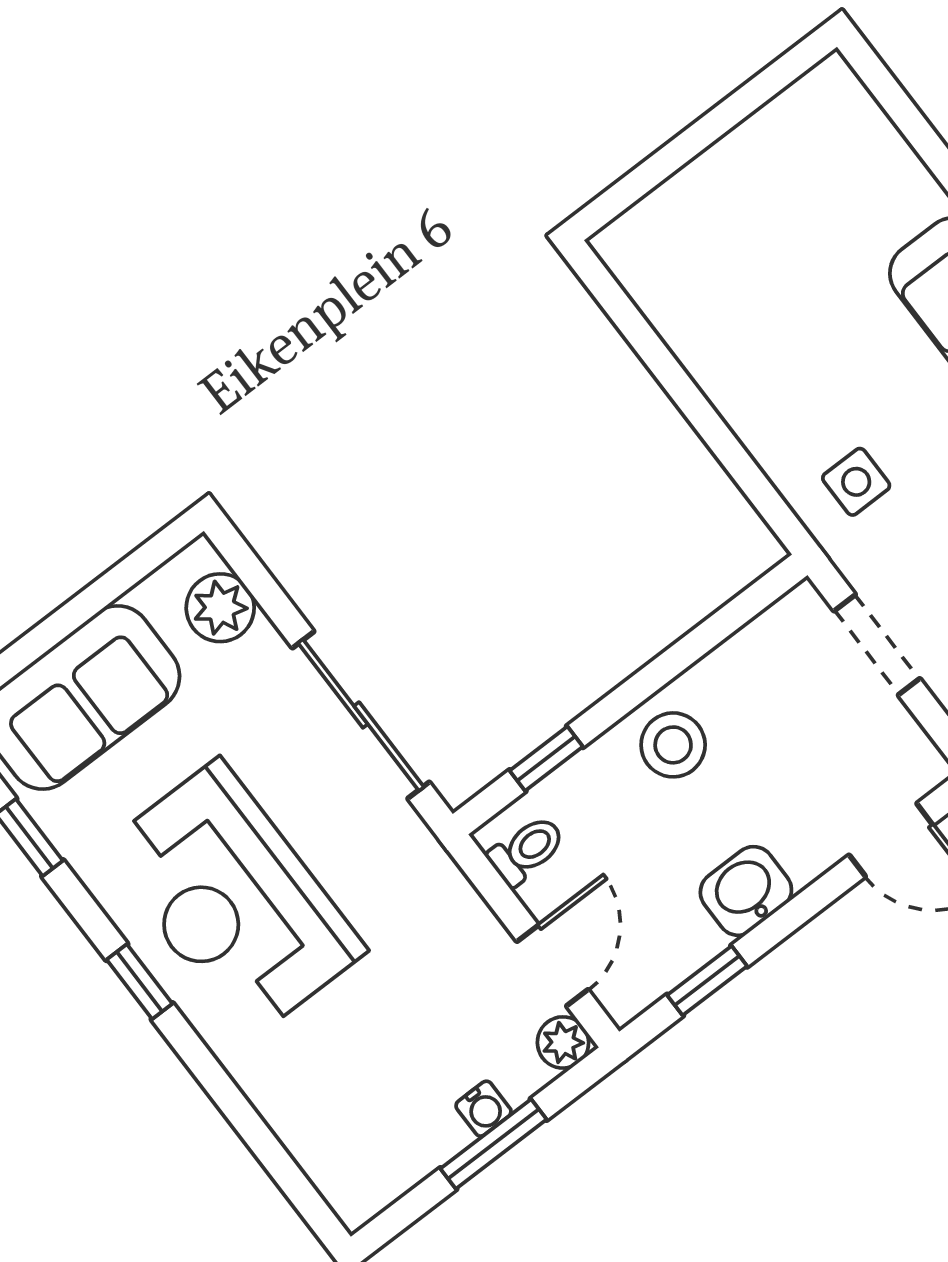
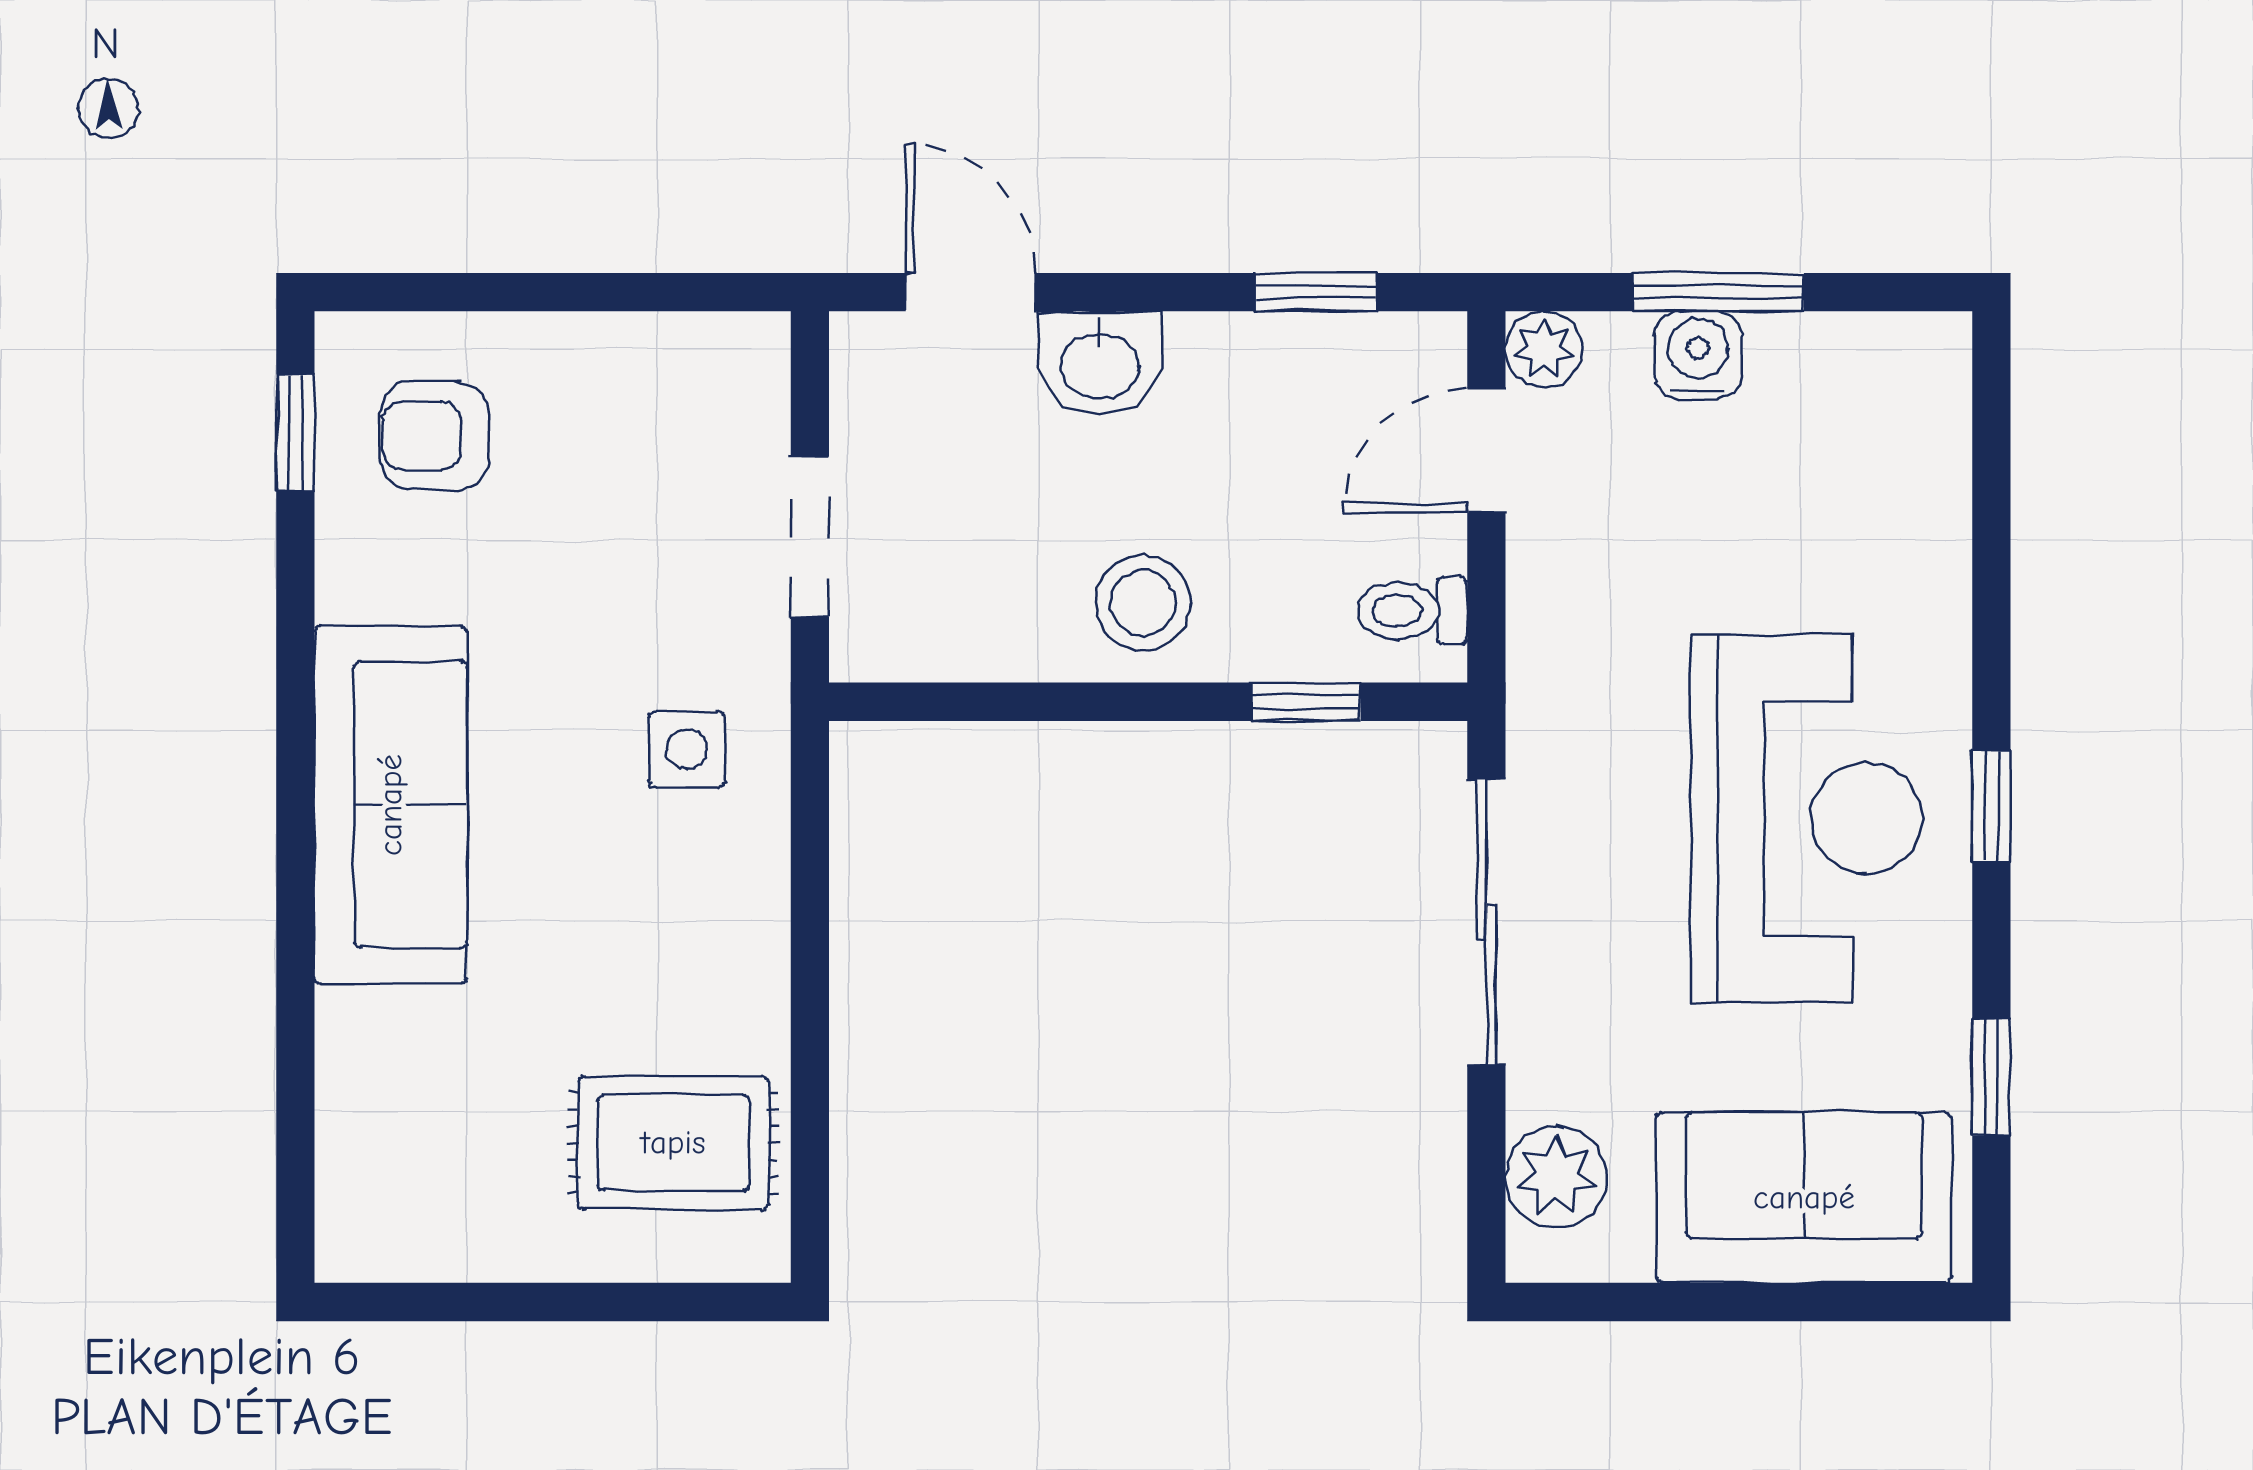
rug: (703, 267) -> (673, 1143), added
washbasin: (746, 891) -> (1100, 363), moved
water cooler: (484, 1109) -> (1698, 355), width x1.38, depth x1.38

